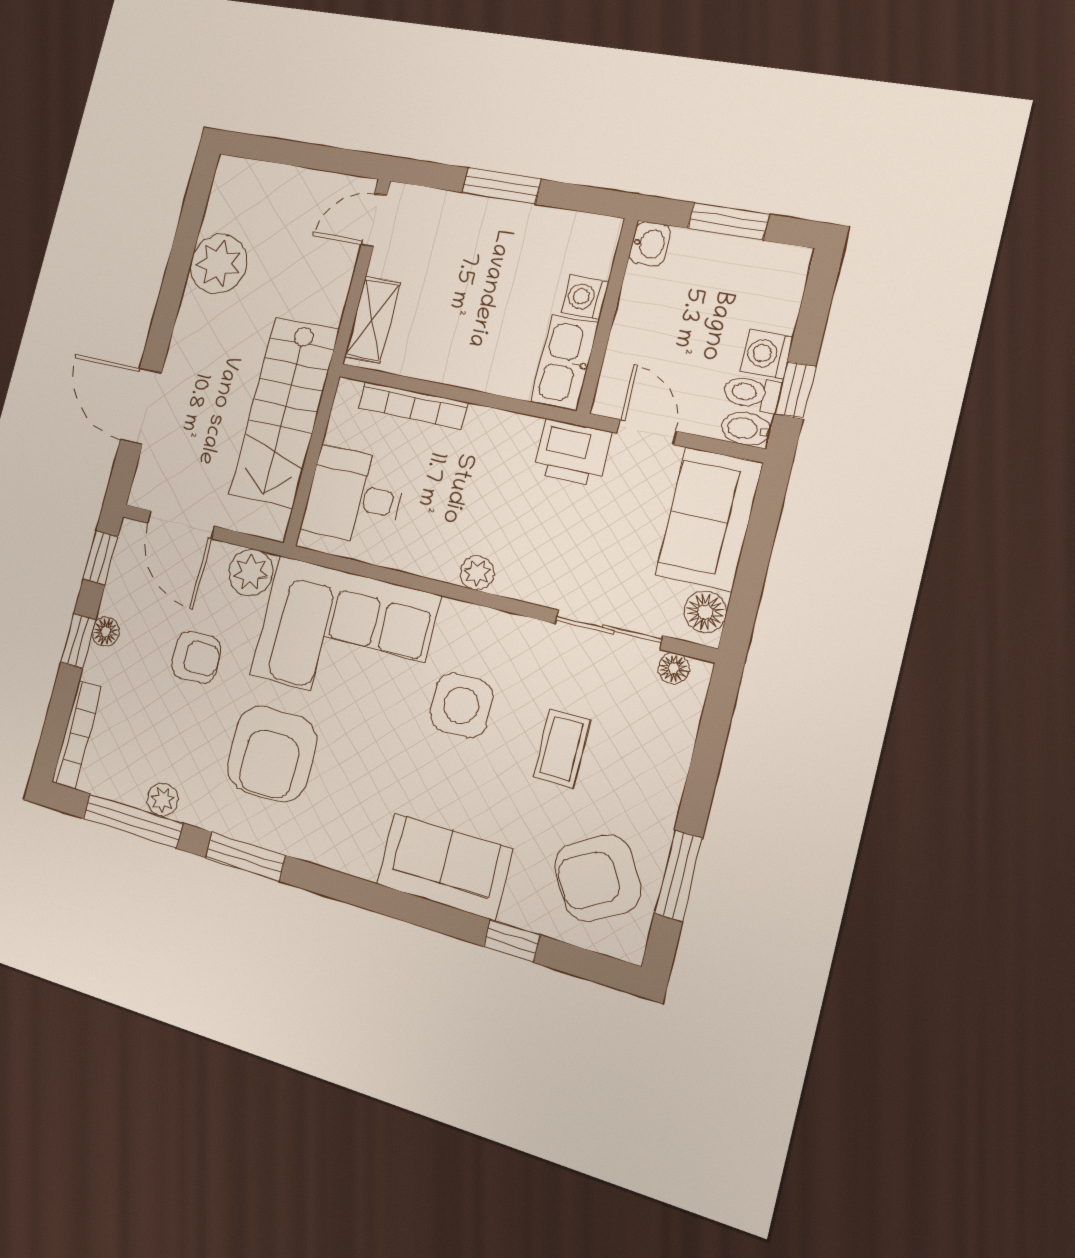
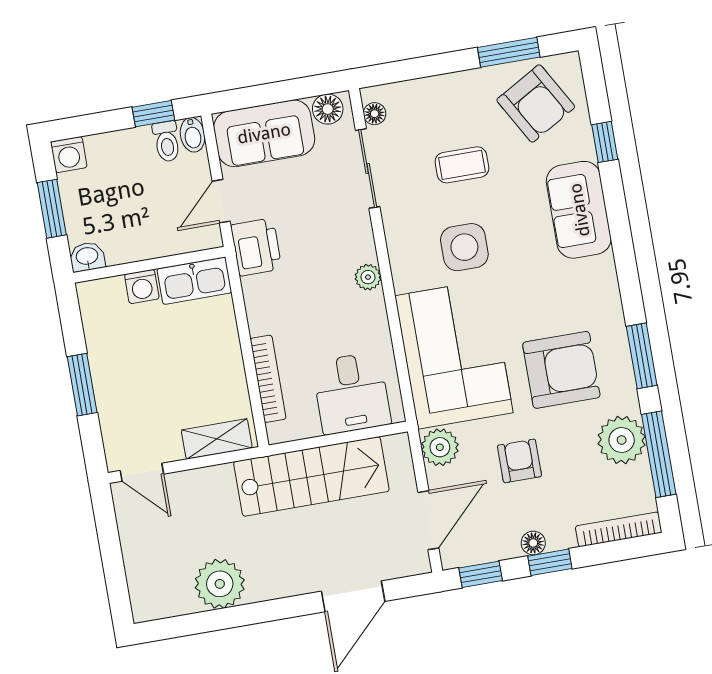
washing machine: (767, 354) -> (69, 155), moved
plant: (163, 800) -> (622, 440), width x1.87, depth x1.87

